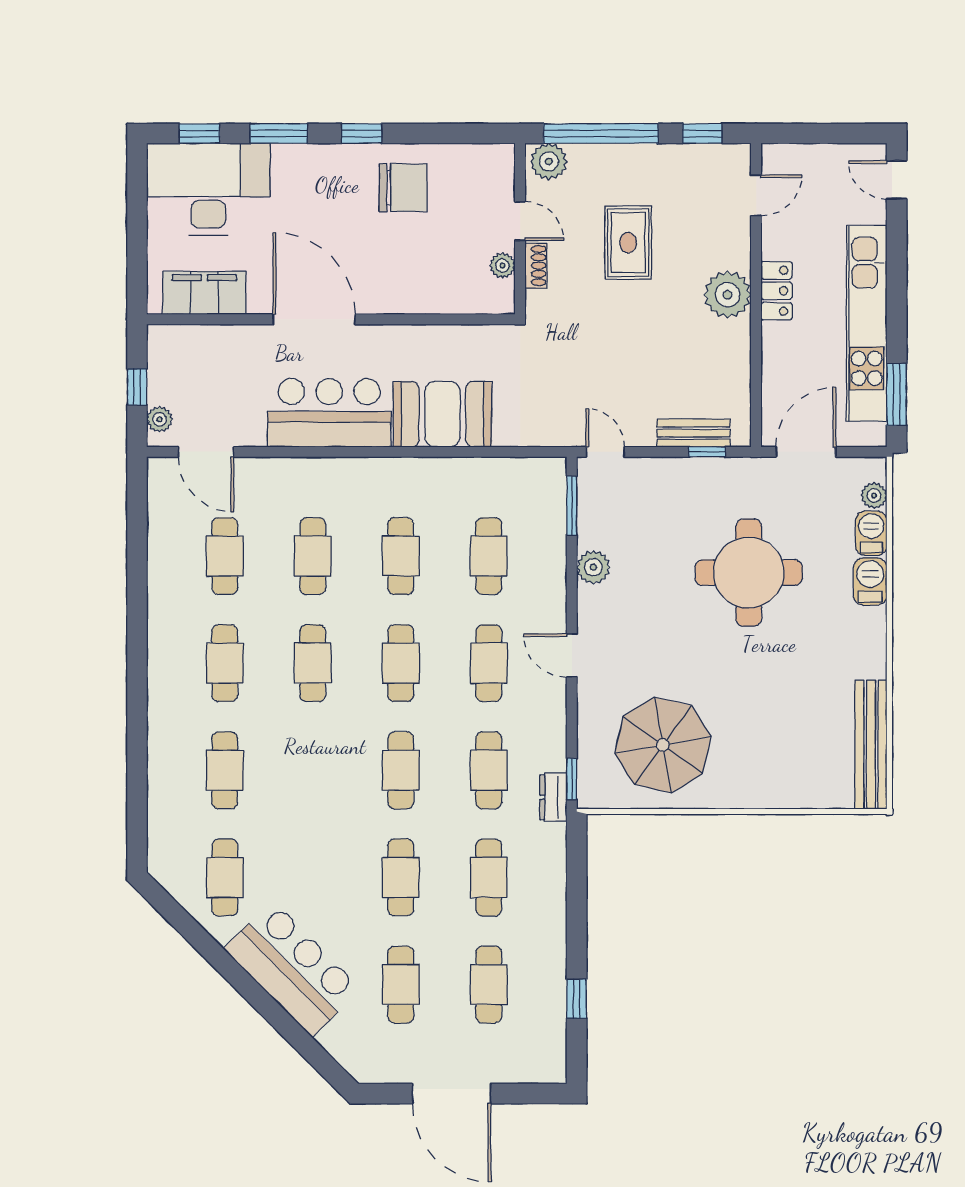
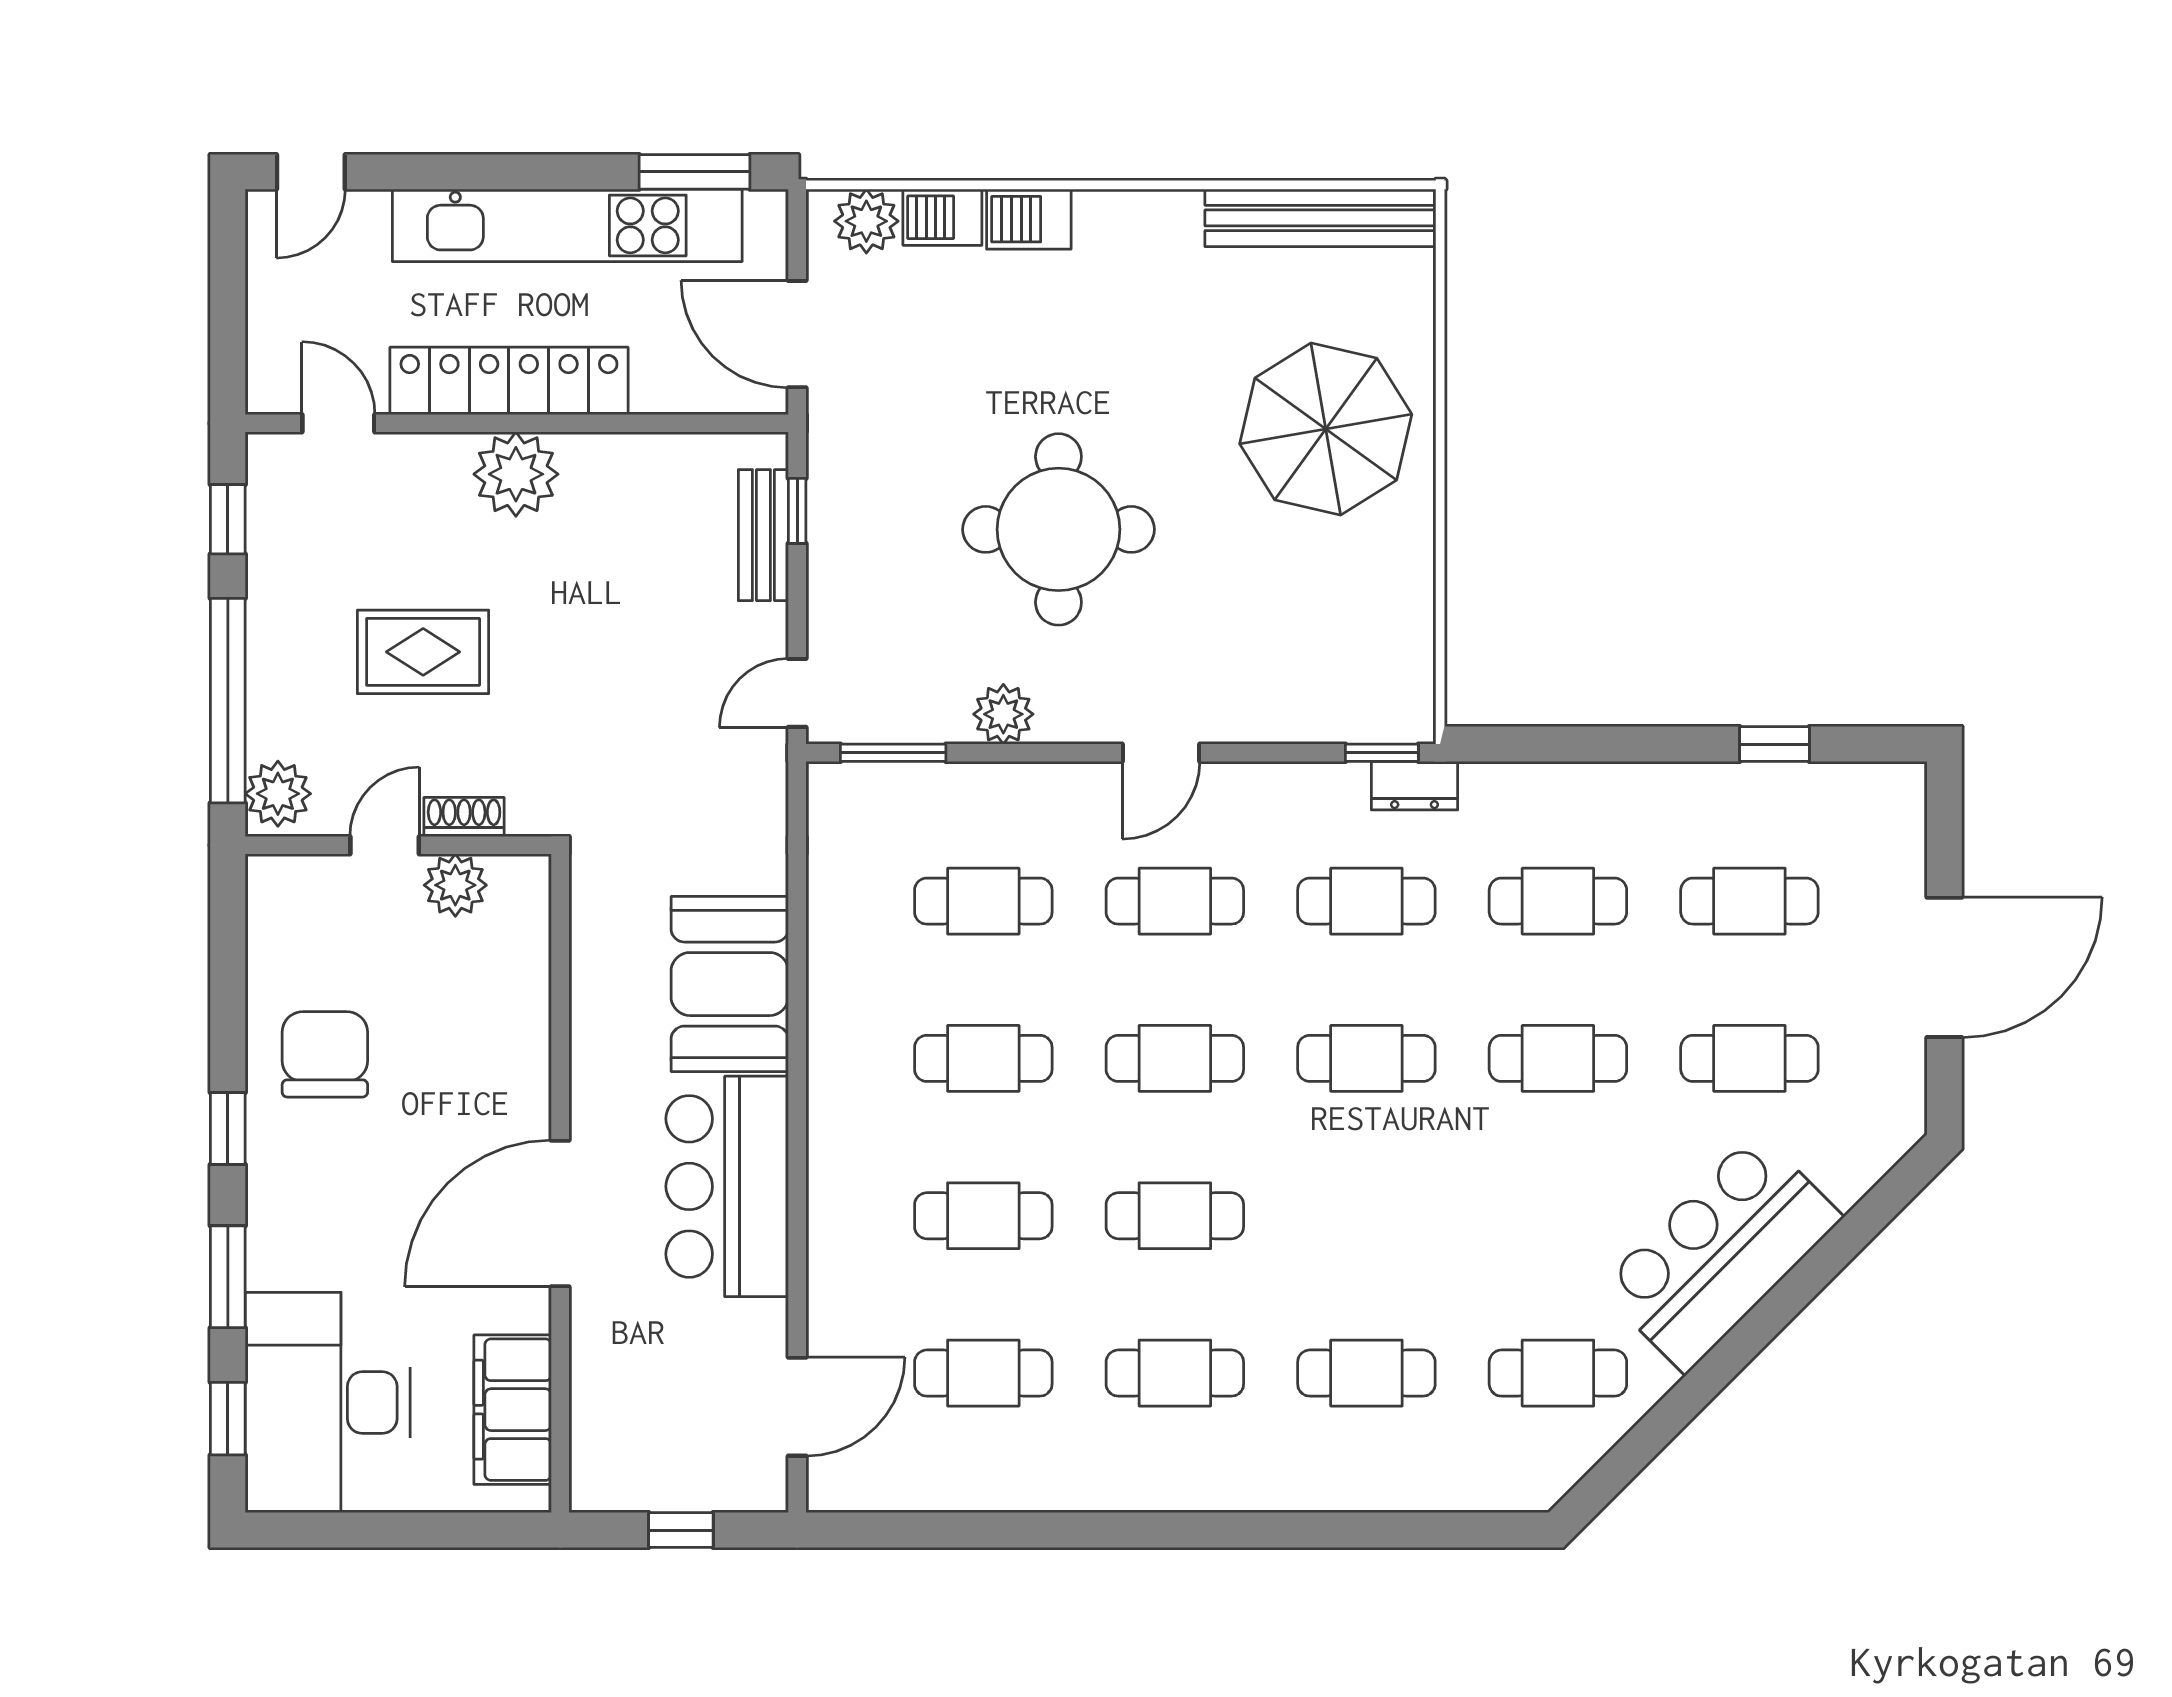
plant: (502, 265) -> (455, 885), width x1.38, depth x1.38
locker: (776, 291) -> (509, 381), width x2.16, depth x1.21
plant: (160, 419) -> (739, 1490), removed
plant: (874, 495) -> (866, 221), width x1.38, depth x1.38
round table: (749, 573) -> (1058, 529), moved
parasol: (663, 745) -> (1326, 429), moved

